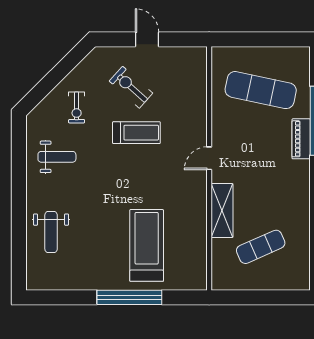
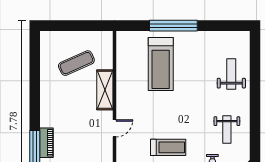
treadmill: (136, 133) -> (168, 147), turned 180
weight bench: (57, 157) -> (227, 130), turned -90

